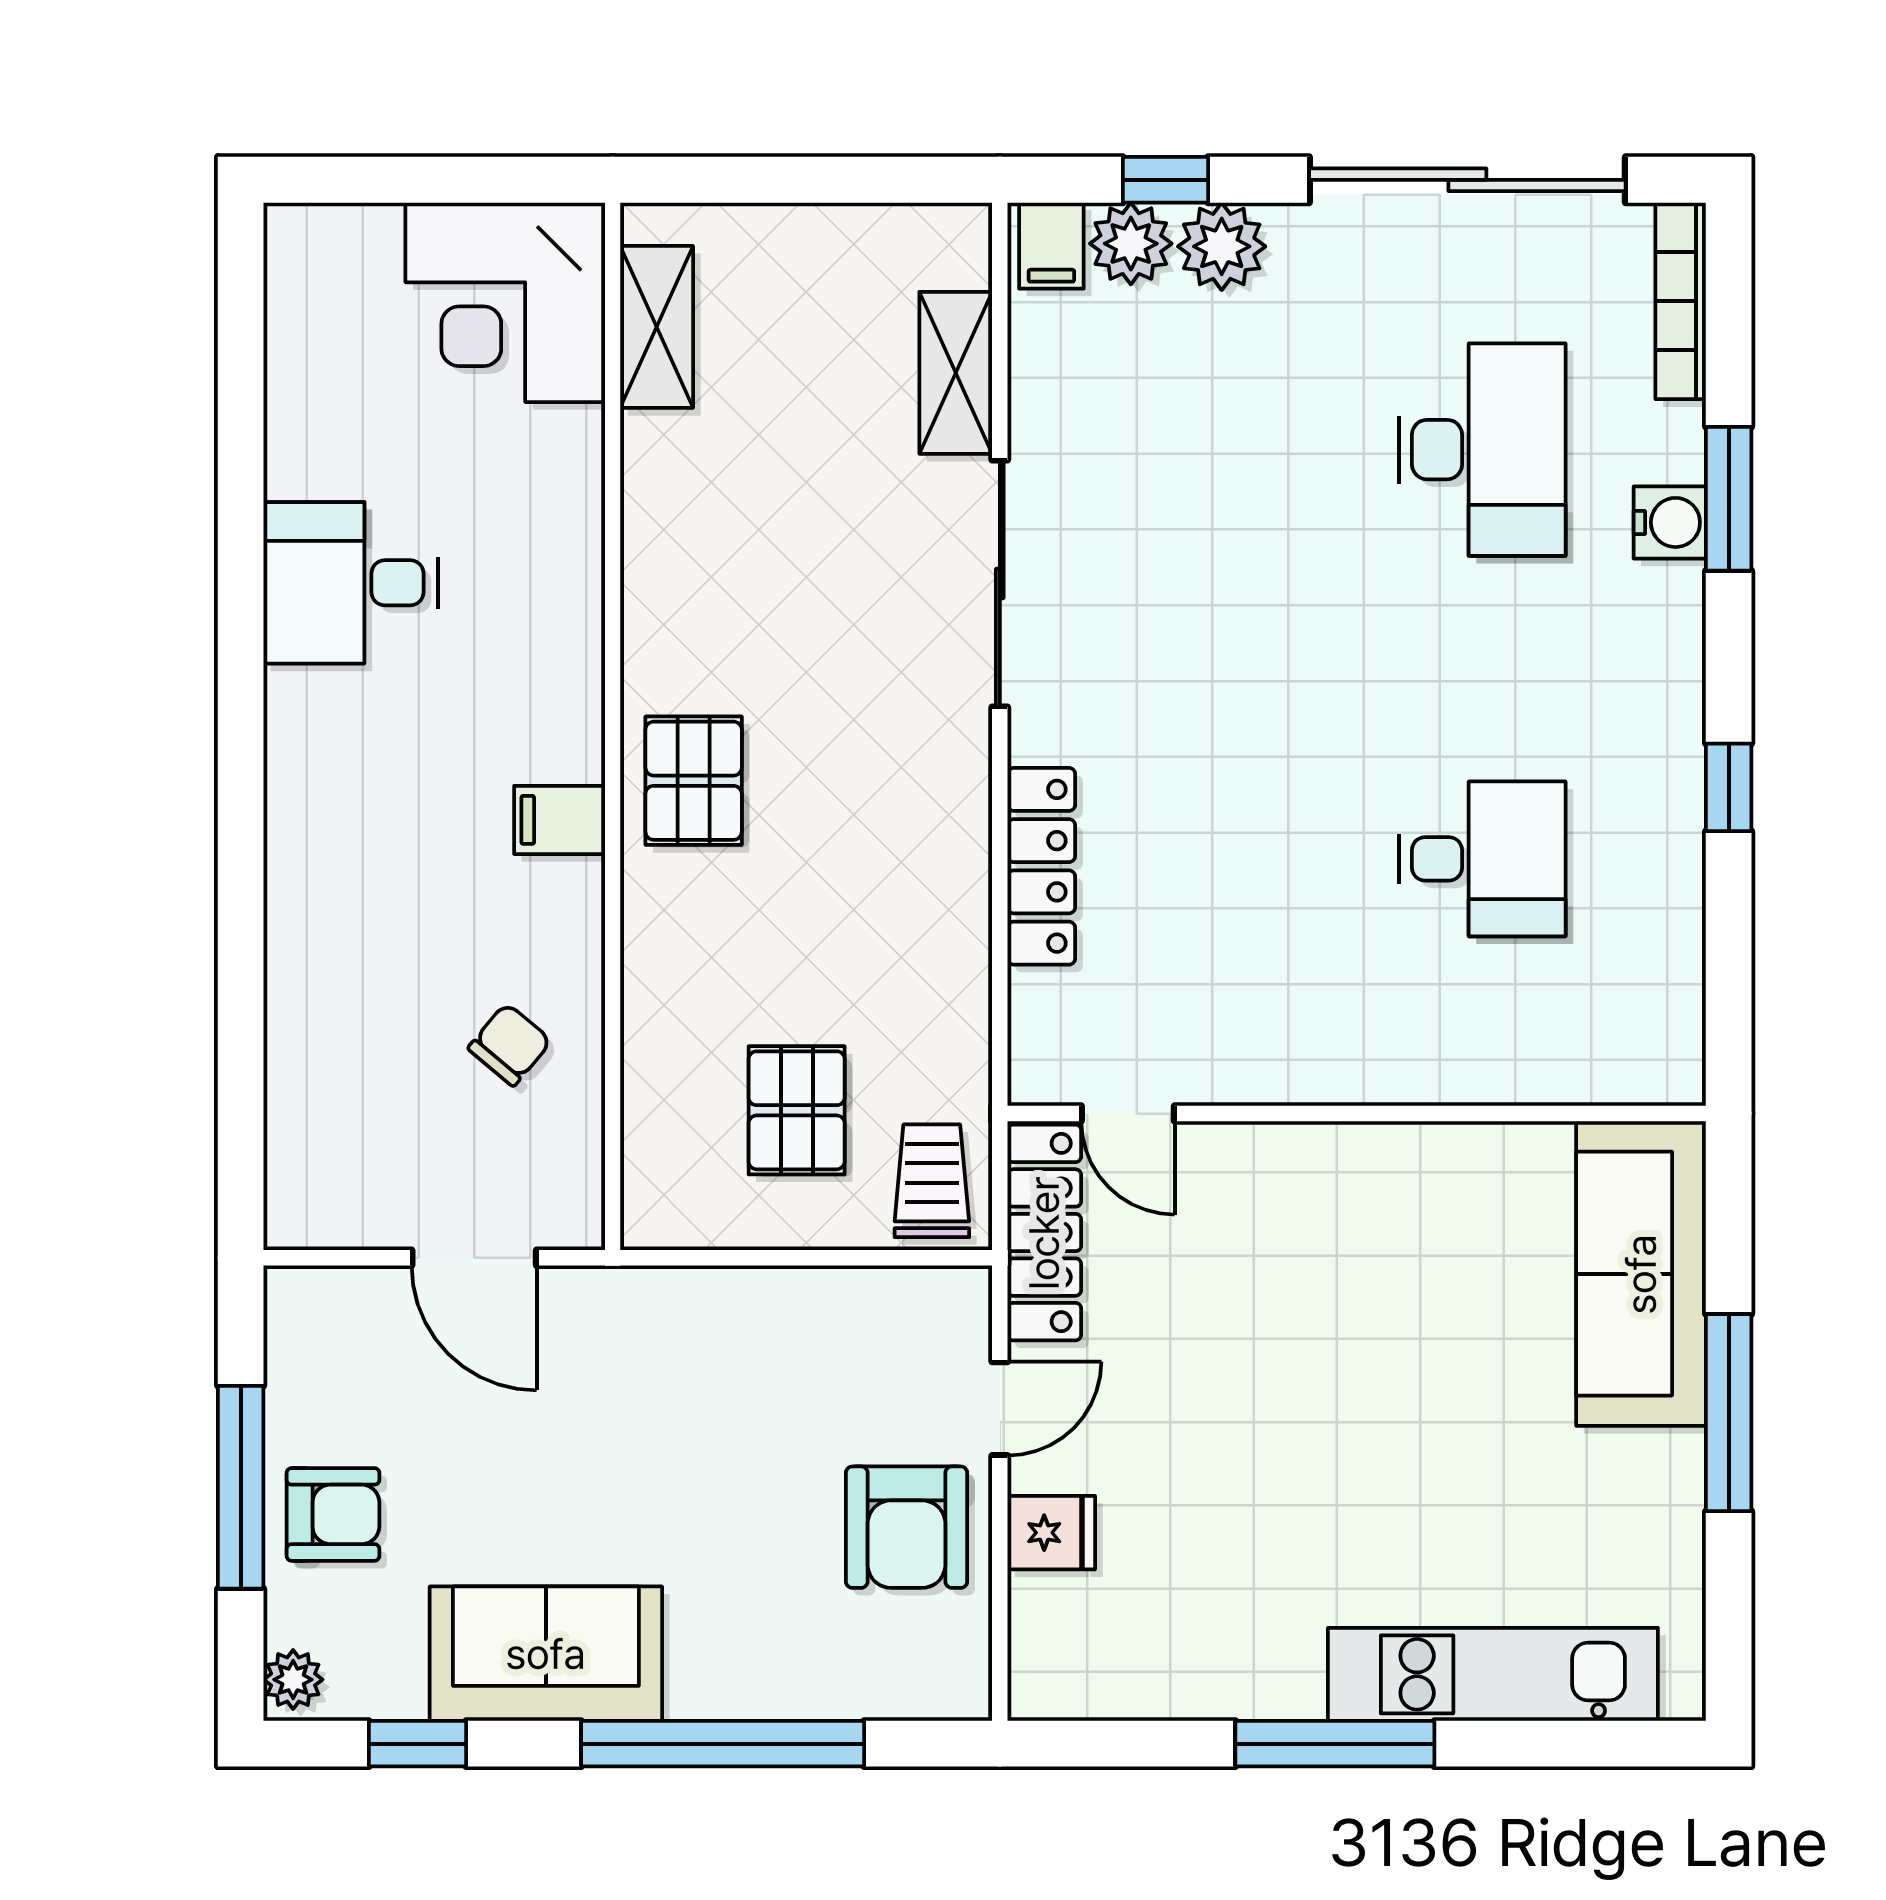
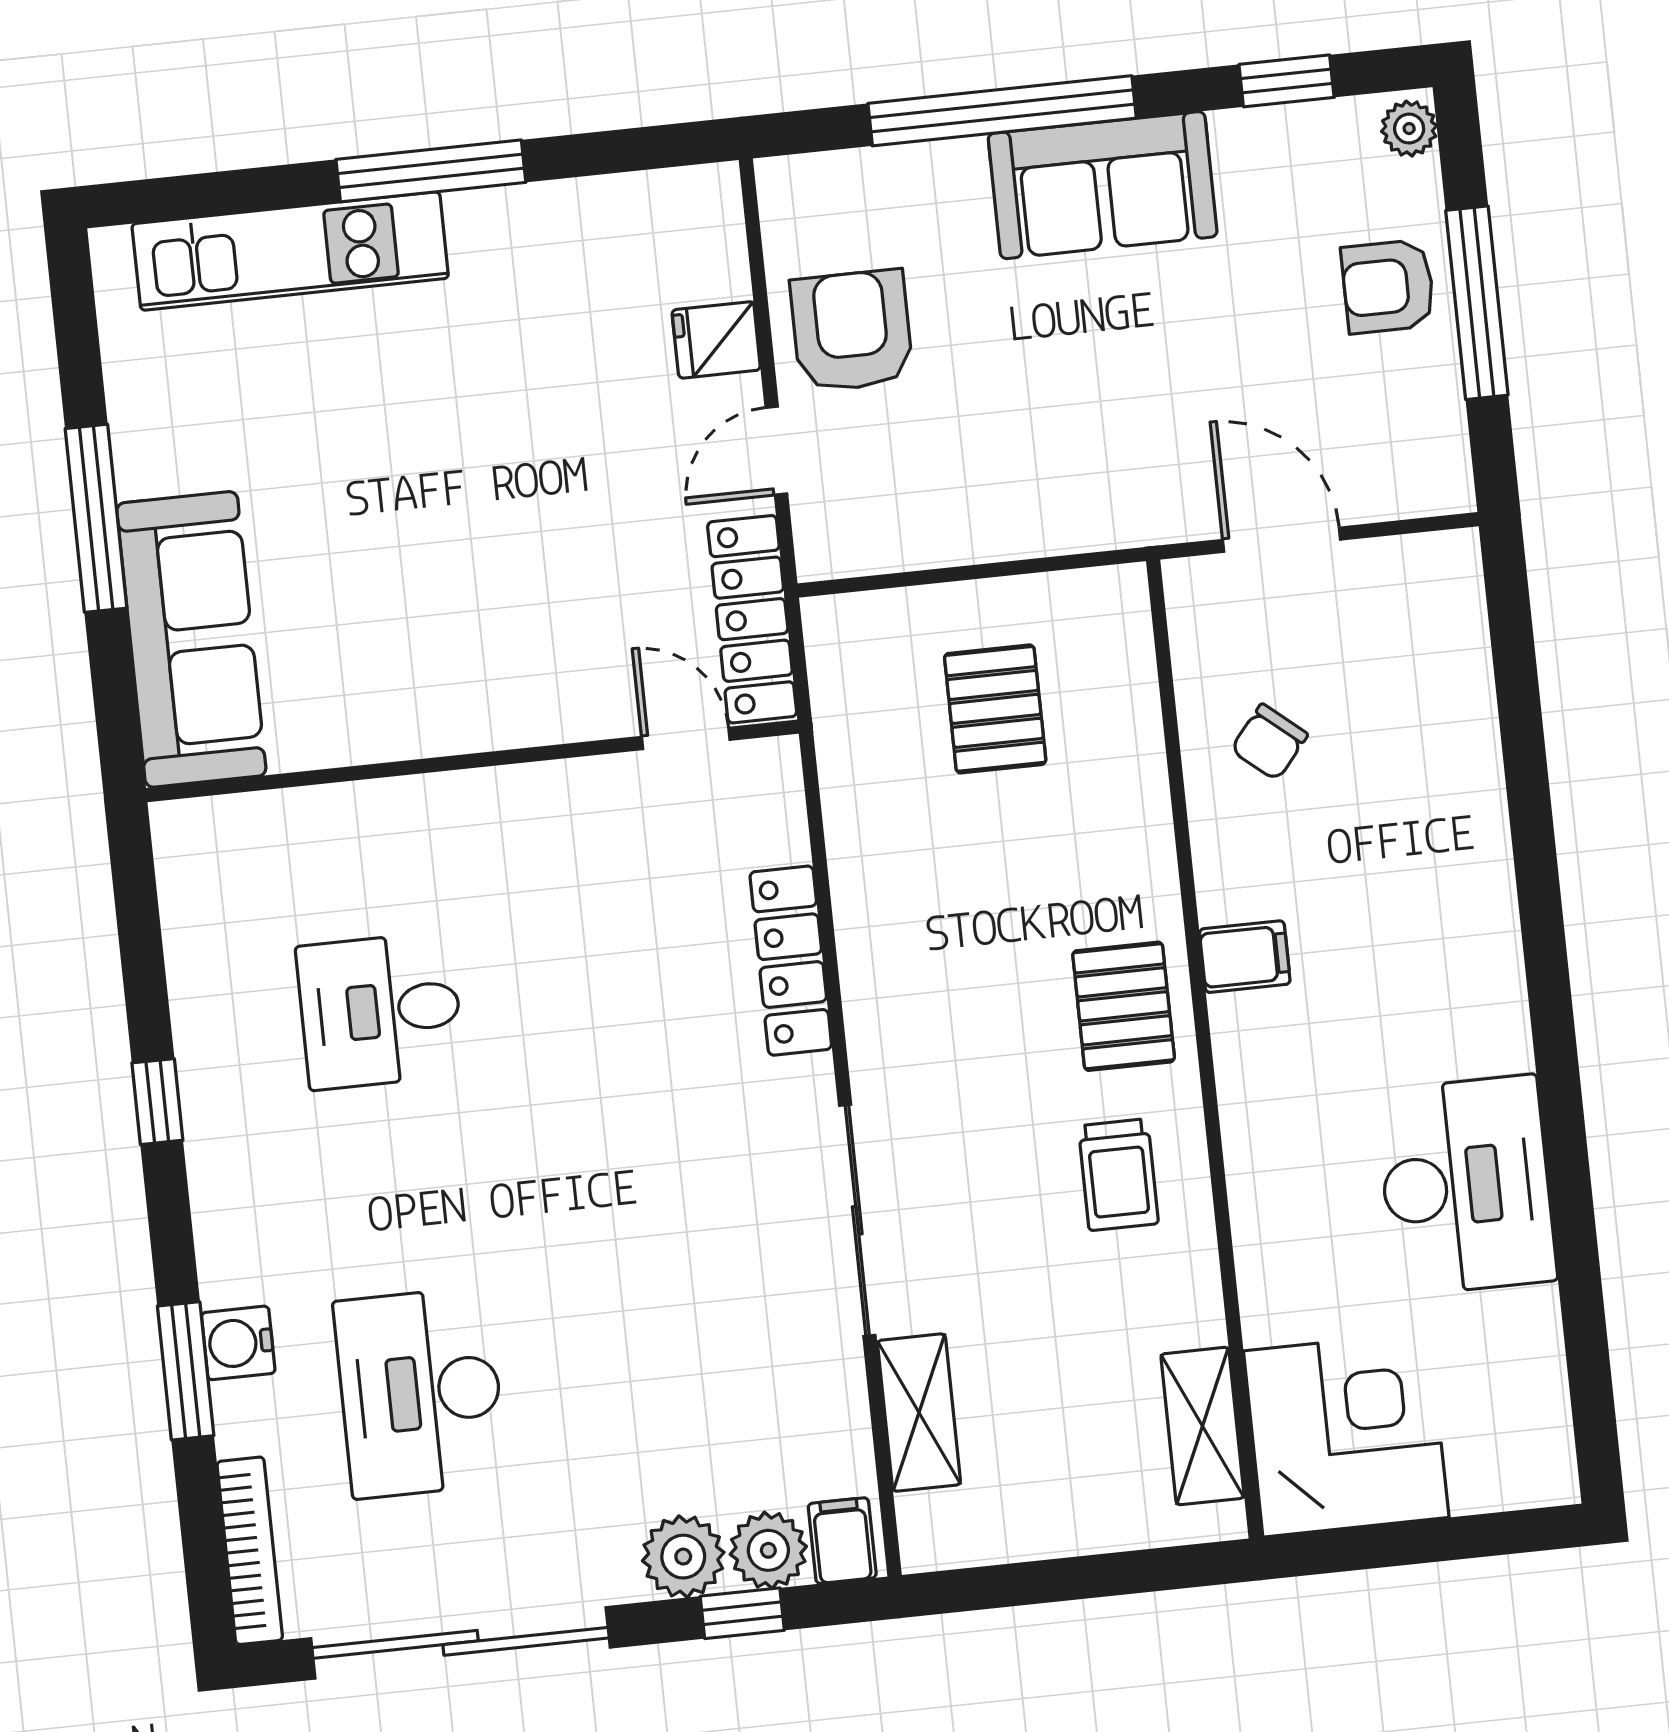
desk: (350, 583) -> (1466, 1185), width x1.37
trolley: (932, 1181) -> (1118, 1175), moved
sofa: (546, 1654) -> (1103, 185), moved

